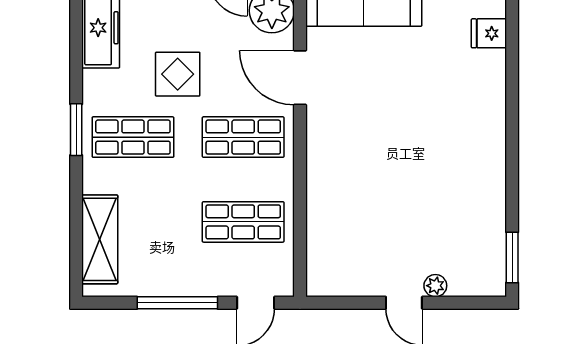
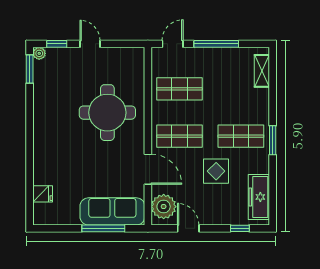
round table: (373, 179) -> (107, 113), added
shelving: (100, 239) -> (262, 71), width x0.67, depth x0.75
plant: (435, 286) -> (39, 53), moved
window: (464, 303) -> (57, 44), added

